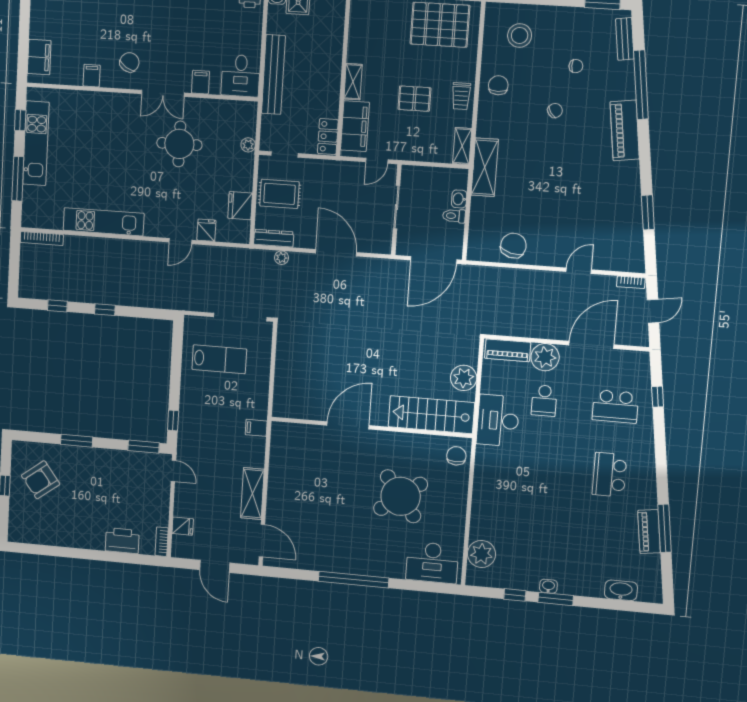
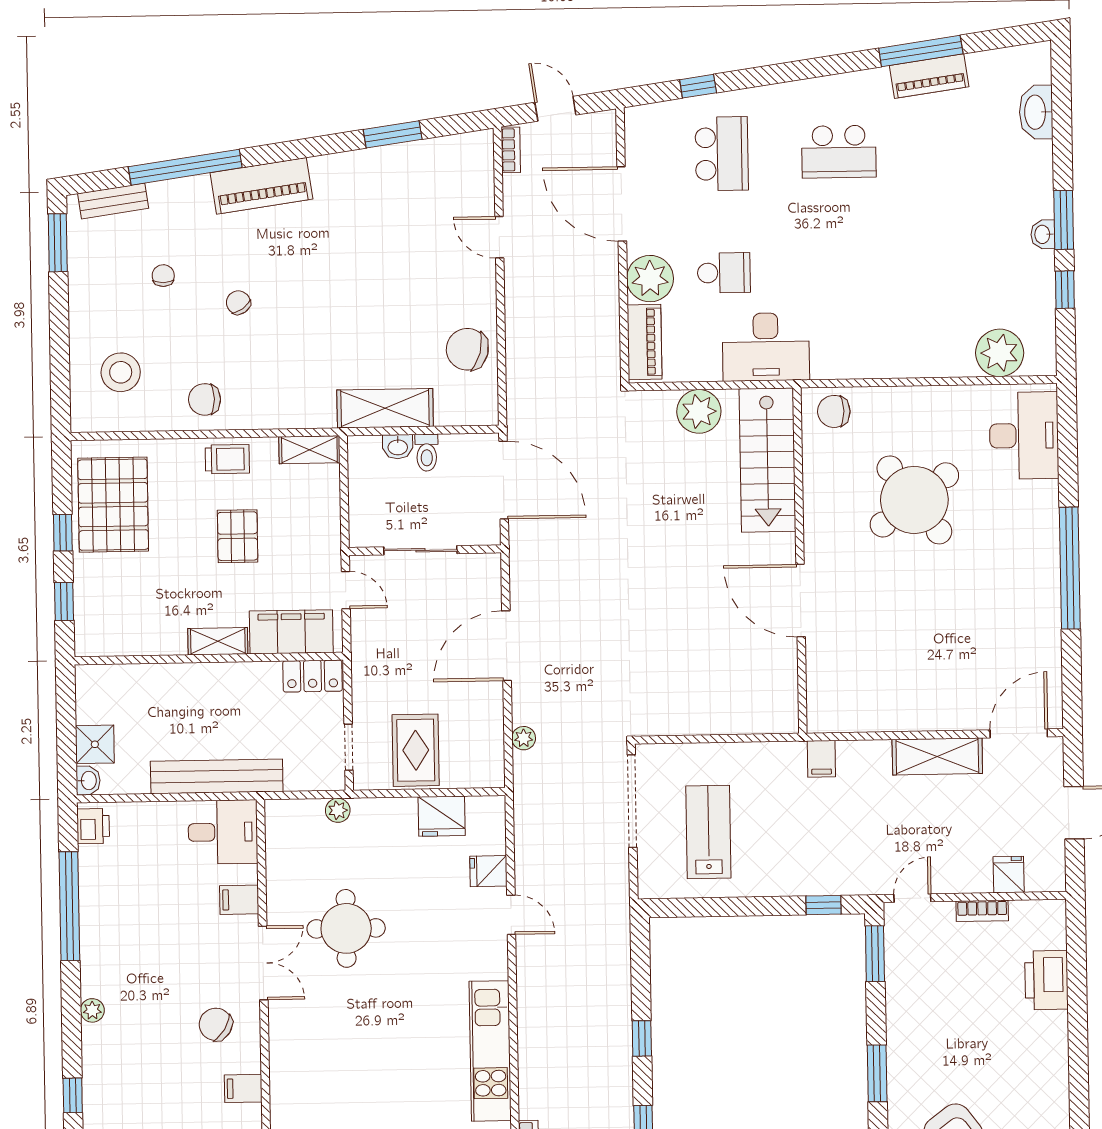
shelving: (485, 167) -> (385, 408), moved
dresser: (274, 238) -> (492, 754), removed
bookcase: (162, 542) -> (982, 911), moved

